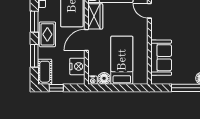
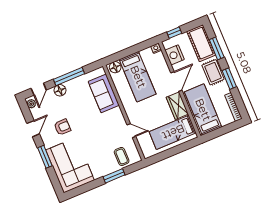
cot: (45, 72) -> (201, 43), width x1.37, depth x1.34
floor lamp: (104, 78) -> (115, 67), moved
window: (56, 88) -> (174, 33), moved

